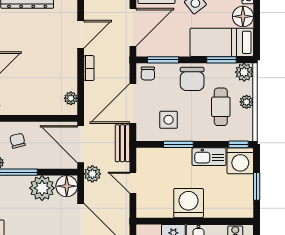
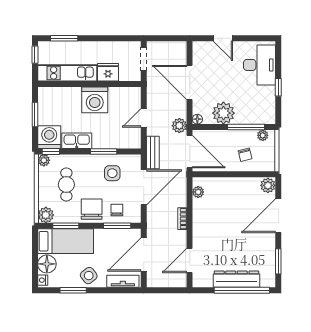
door: (81, 34) -> (190, 261), moved
chair: (148, 73) -> (117, 210), moved
plant: (247, 102) -> (44, 160), moved
door: (133, 183) -> (144, 118), swing flipped
floor lamp: (67, 186) -> (197, 119), width x0.53, depth x0.53

